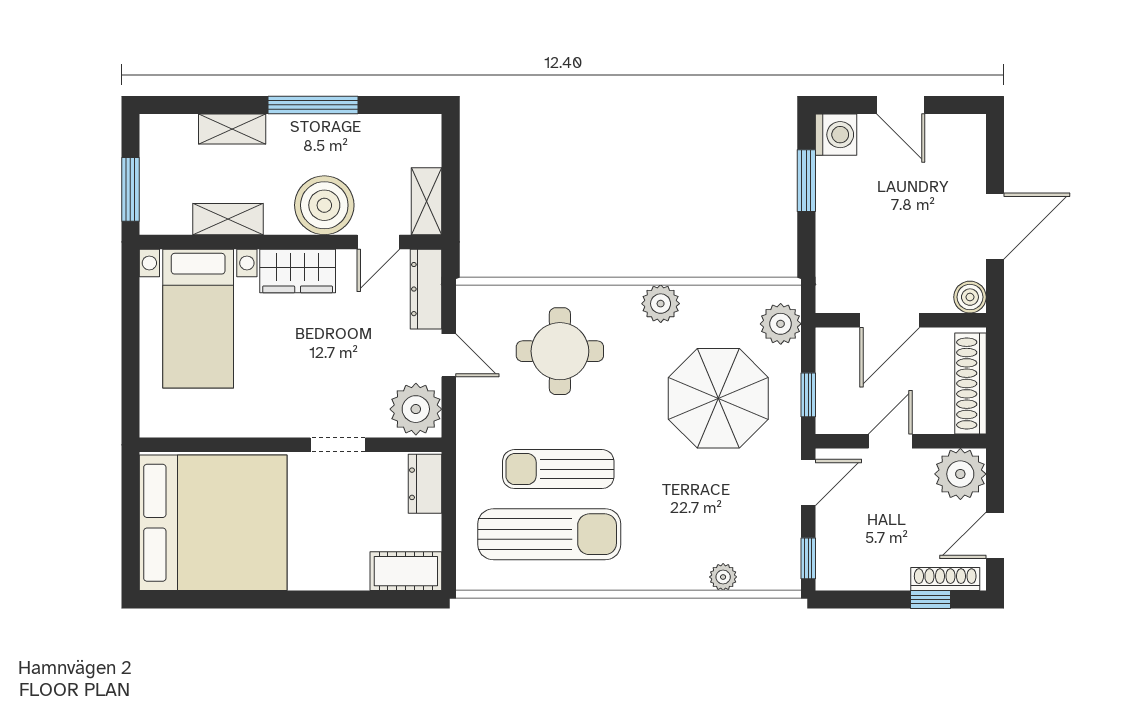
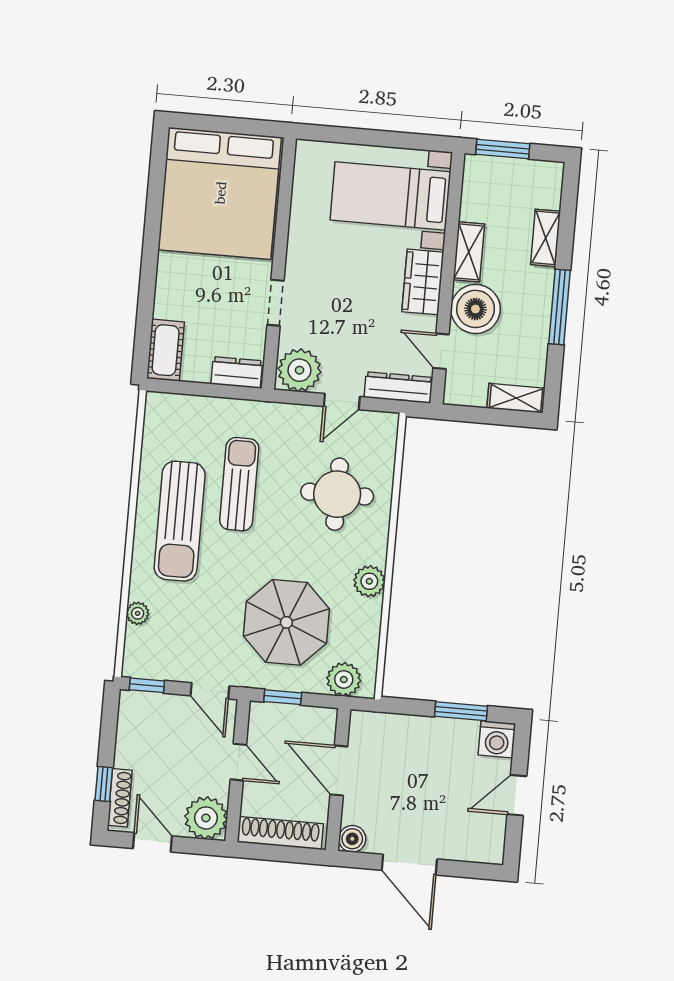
shelving: (427, 201) -> (516, 398), moved
shelving: (228, 219) -> (469, 252), moved
sun lounger: (549, 534) -> (180, 521), moved

